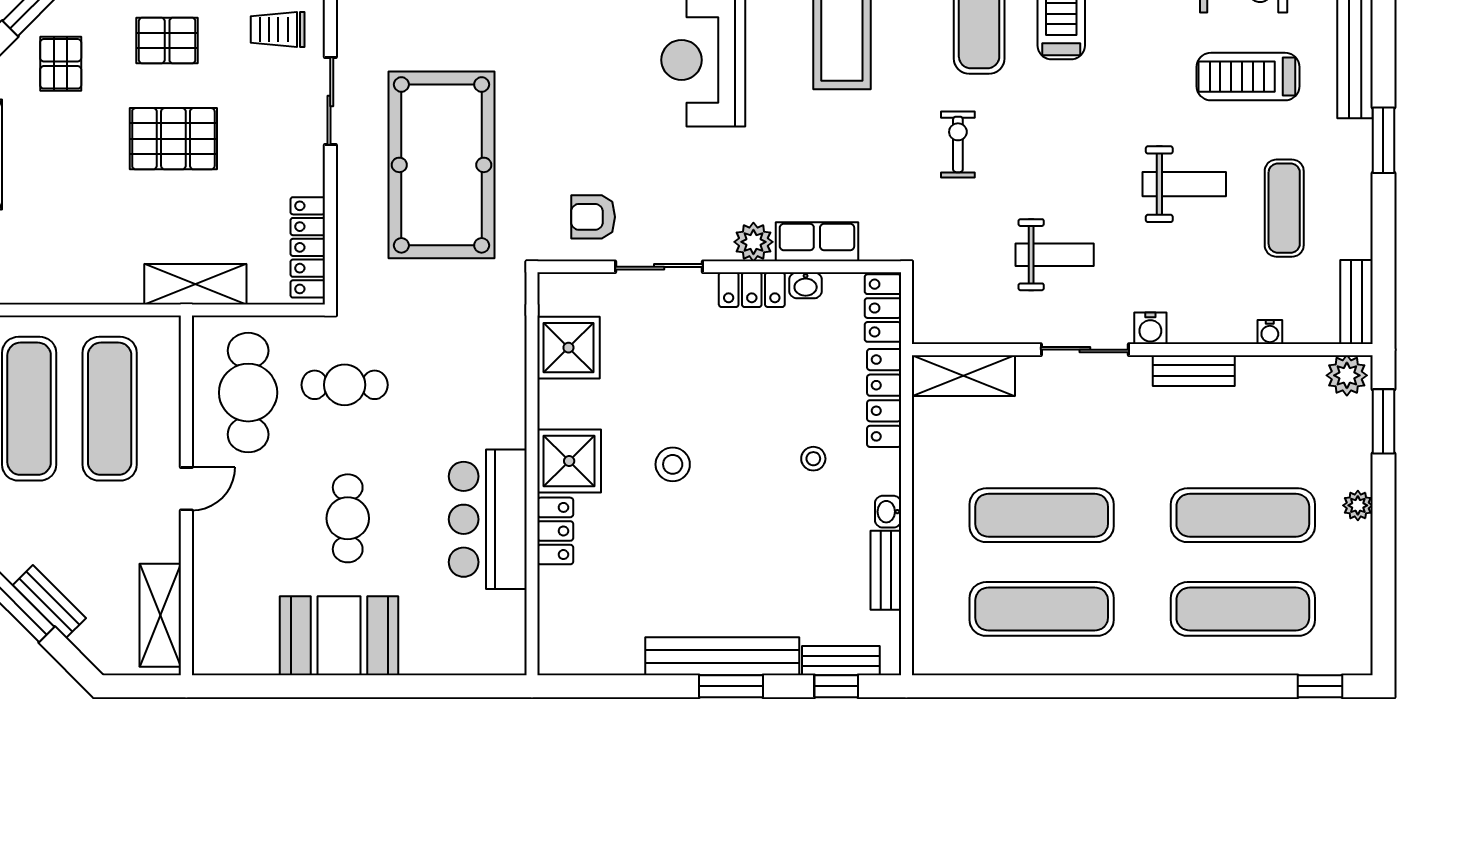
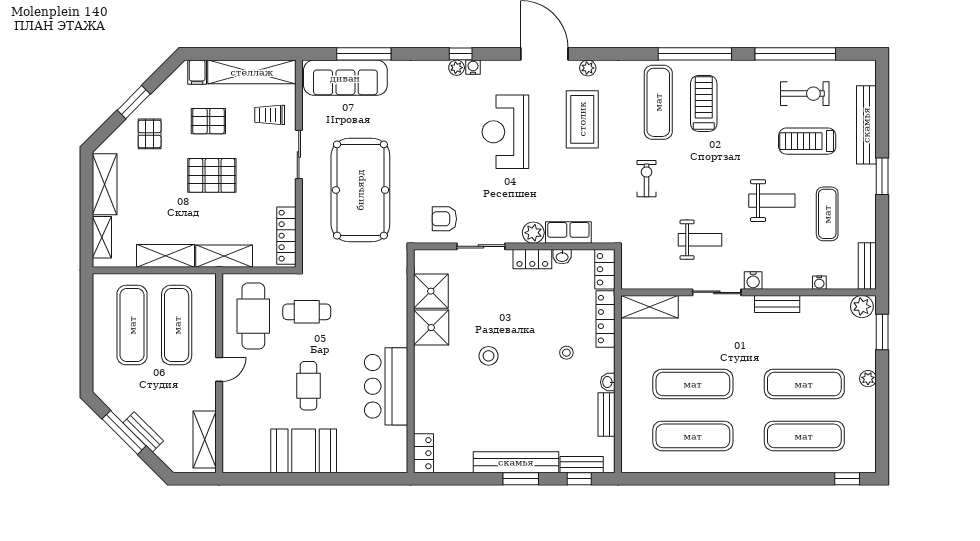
shelving: (90, 284) -> (165, 256), added
shower: (569, 461) -> (431, 328), moved
locker: (555, 531) -> (423, 453), moved

